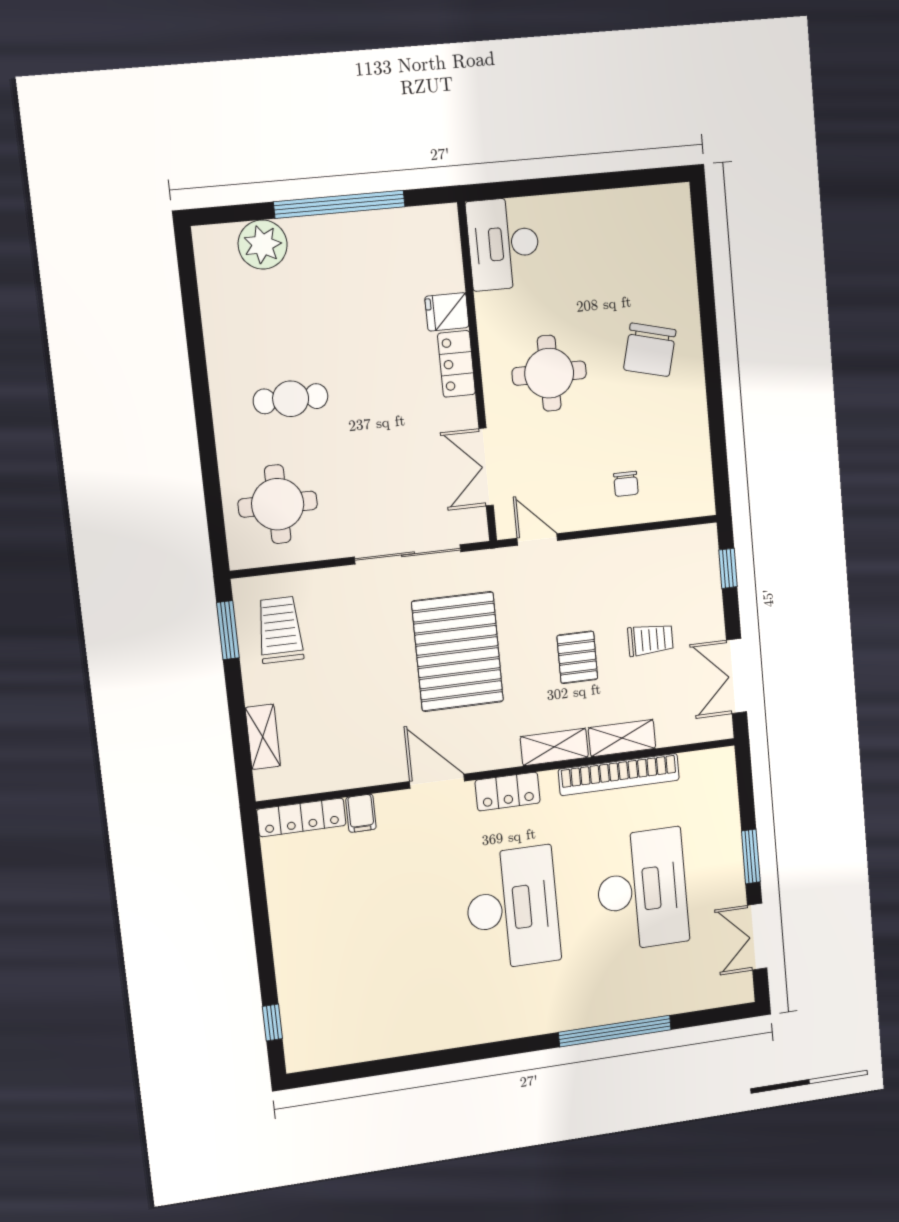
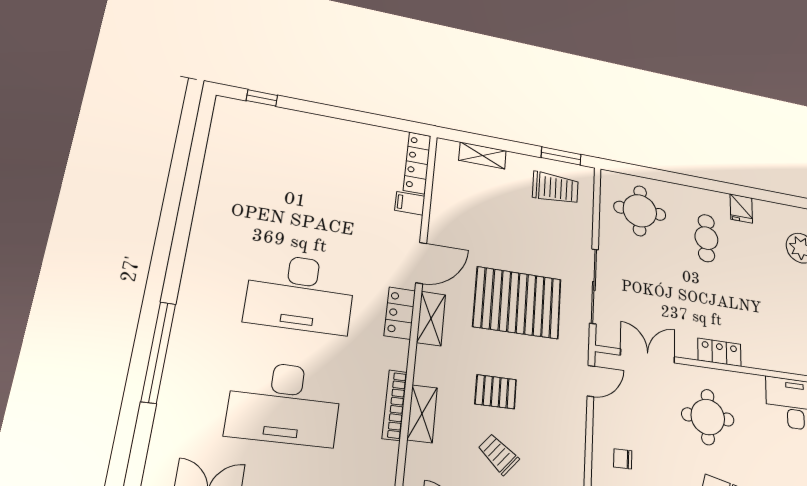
fridge: (447, 312) -> (741, 208), moved, turned 180
trolley: (650, 640) -> (498, 454), turned 130
shelving: (554, 747) -> (431, 319), moved
bookcase: (619, 775) -> (395, 405), width x0.68, depth x0.76

